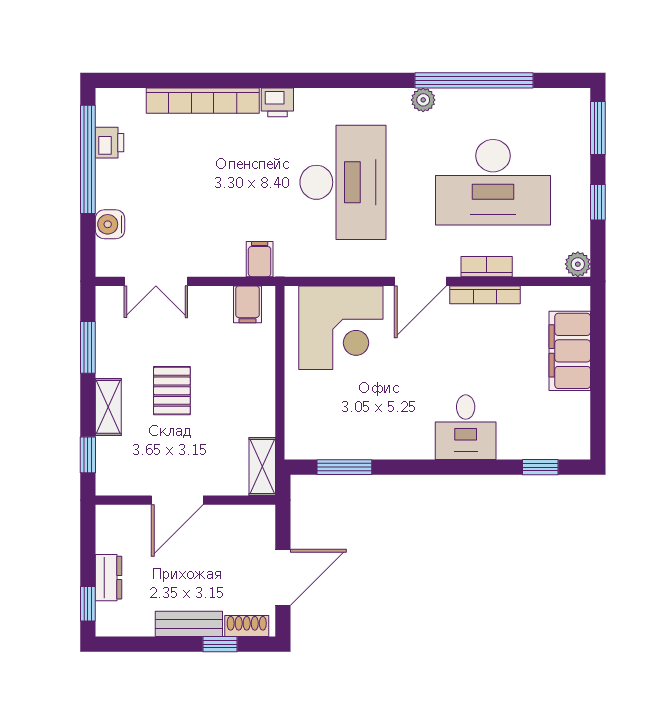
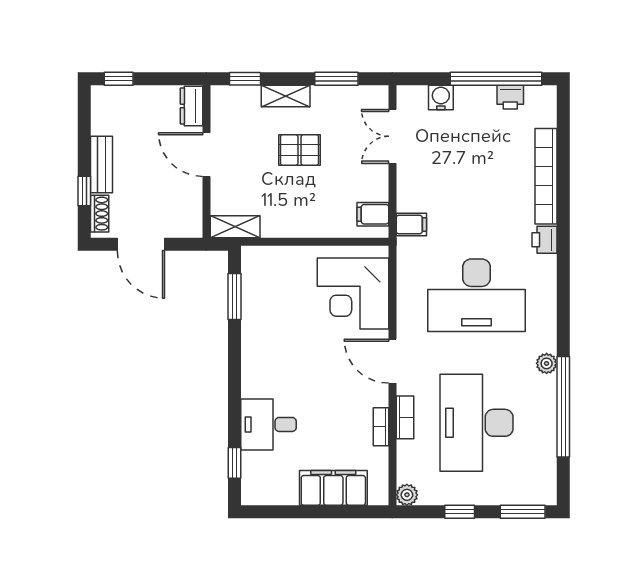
bookcase: (485, 295) -> (381, 427), width x0.64
desk: (466, 427) -> (268, 424), moved
dresser: (109, 578) -> (192, 106), moved, turned 90

